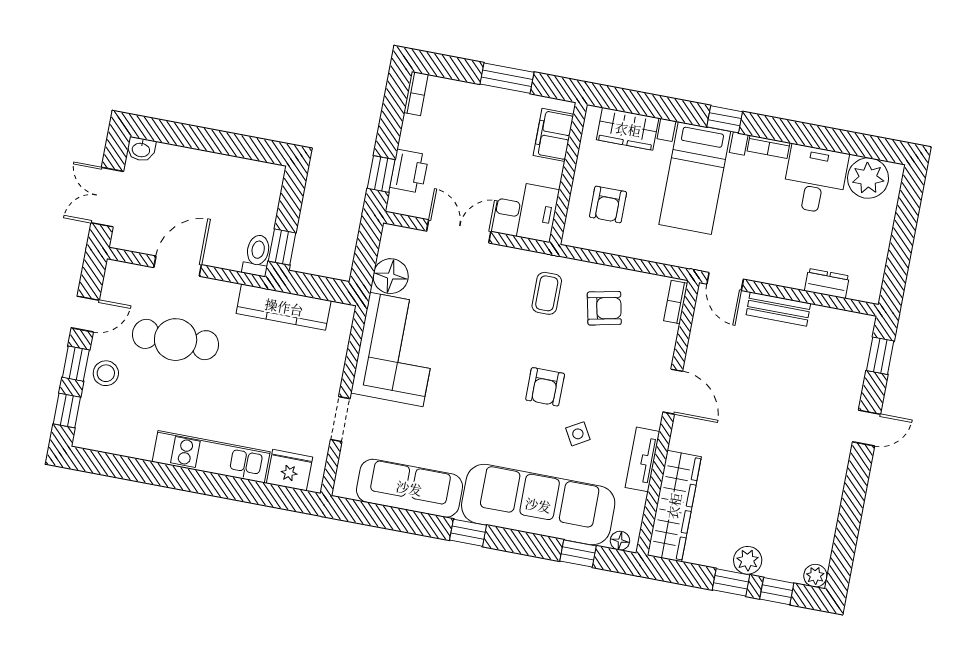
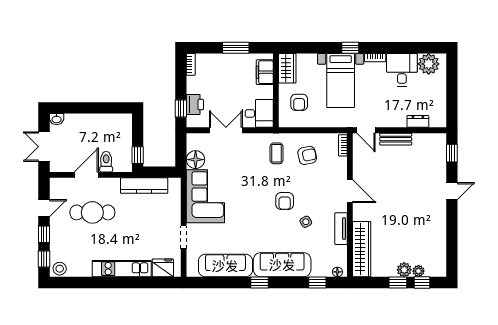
wardrobe: (628, 129) -> (287, 68), moved, turned -90
toilet: (257, 255) -> (106, 162), moved
stool: (106, 373) -> (60, 269), moved
sofa: (538, 505) -> (282, 265), width x0.74, depth x0.79
plant: (815, 576) -> (419, 271), moved

